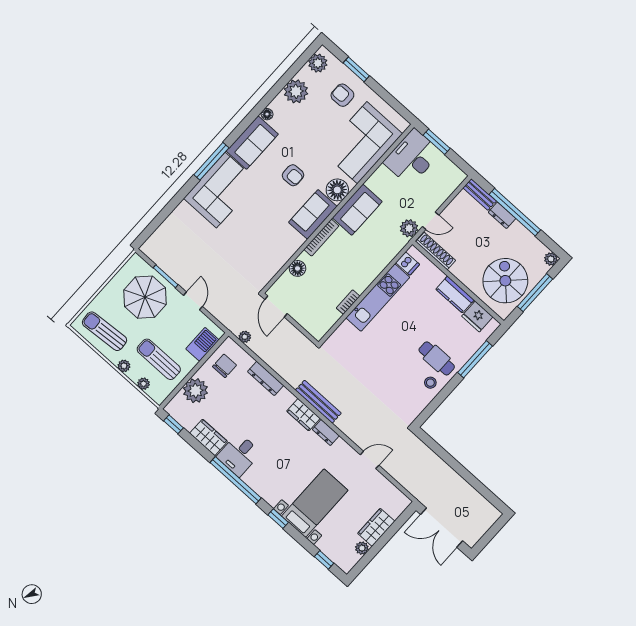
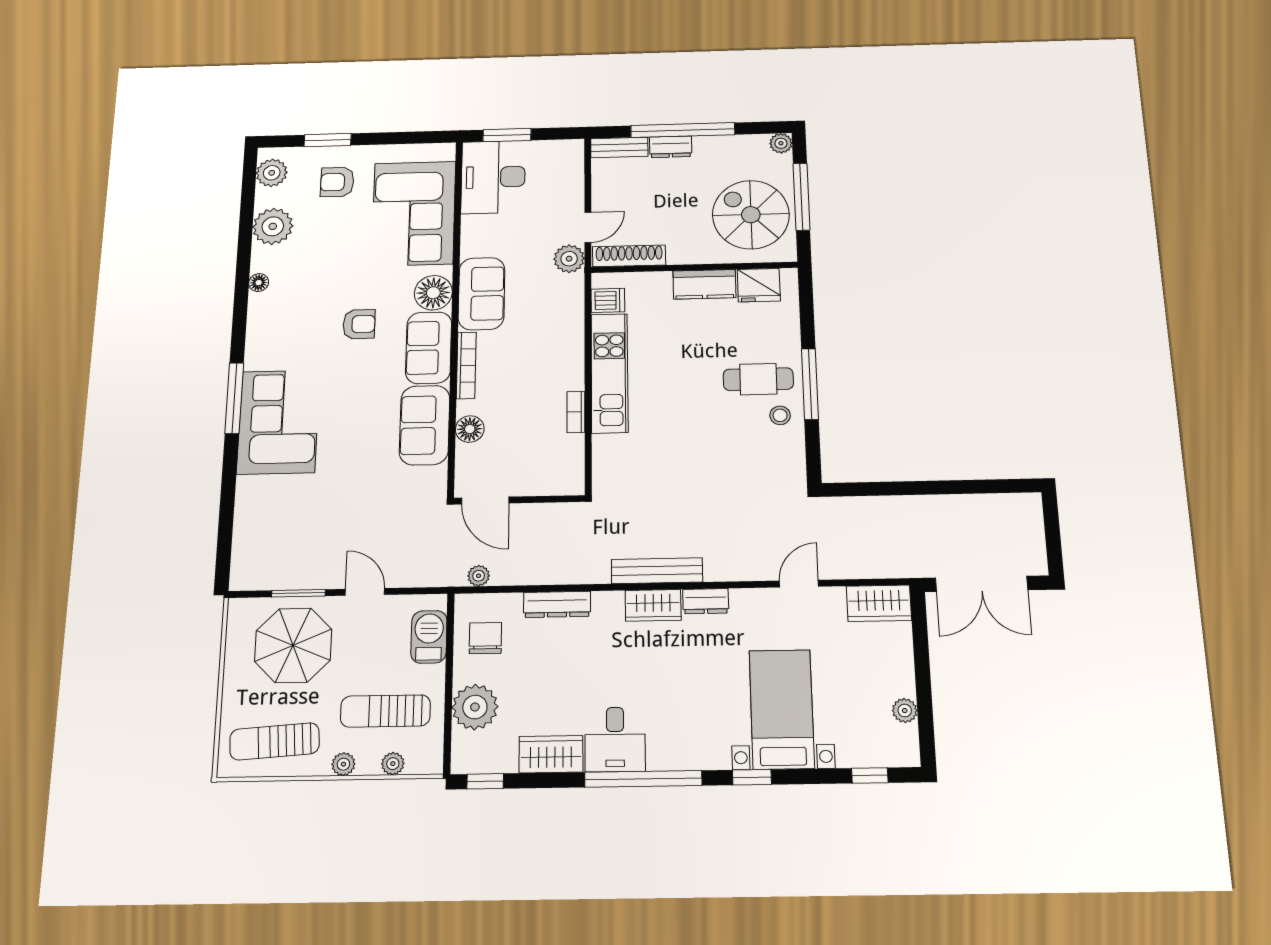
sofa: (252, 143) -> (425, 425), moved, turned 180
window: (475, 359) -> (810, 384), moved
wardrobe: (376, 527) -> (879, 603), moved, turned -90

